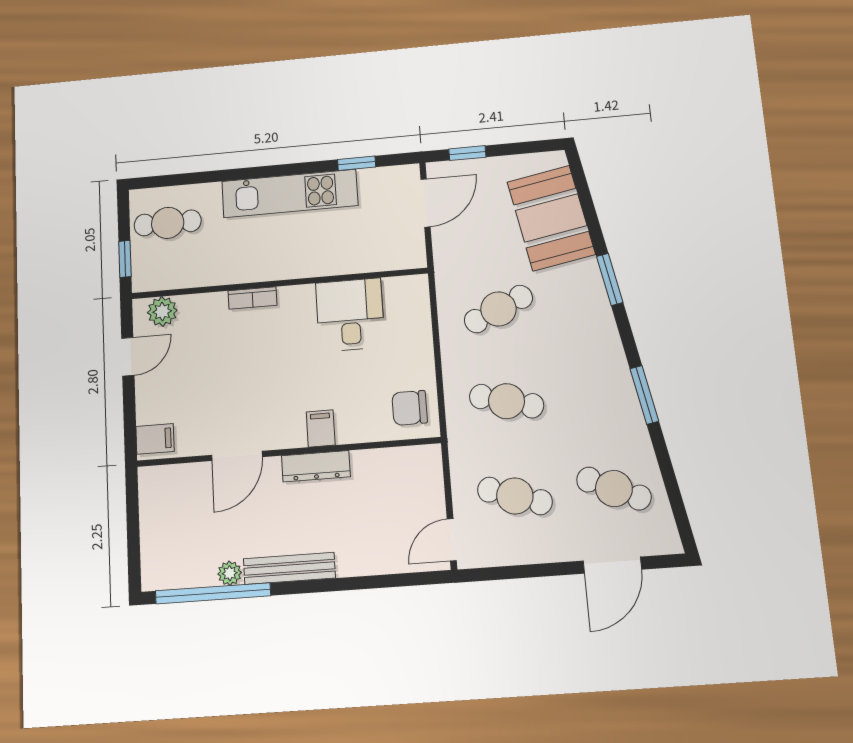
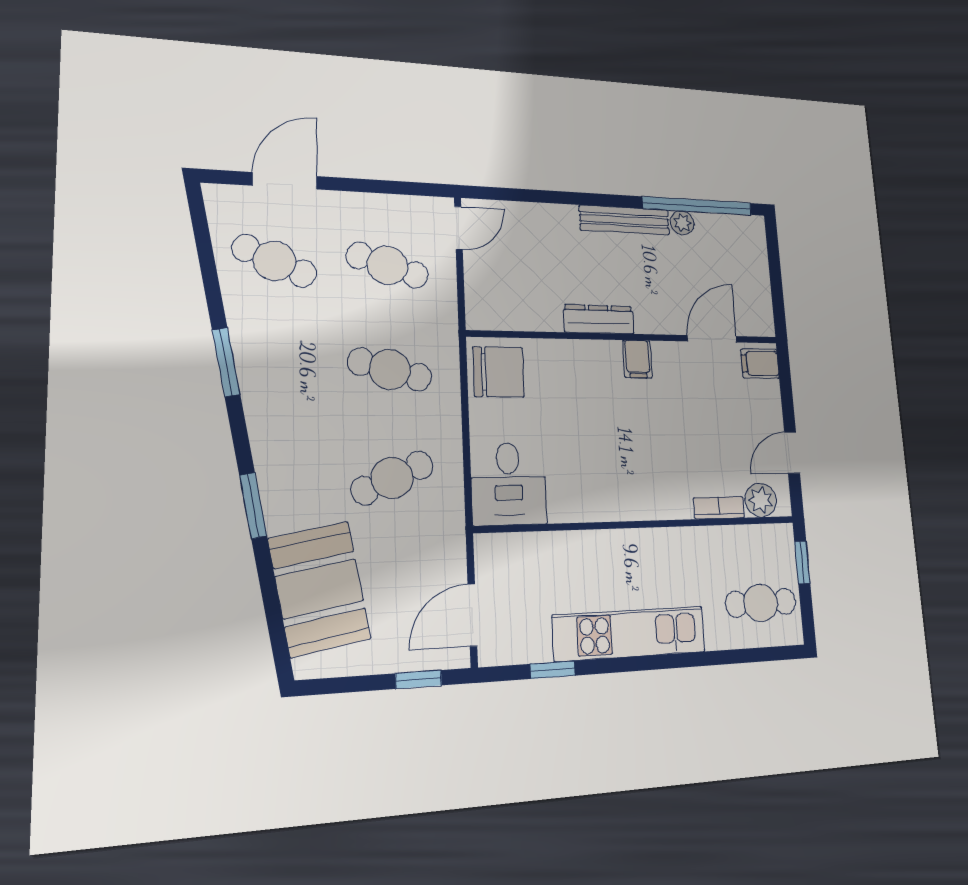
bookcase: (252, 298) -> (719, 508), moved
desk: (350, 315) -> (509, 484), moved
chair: (410, 408) -> (499, 372), width x1.37, depth x1.37
filing cabinet: (321, 428) -> (637, 359), moved
door: (237, 456) -> (712, 339), moved

